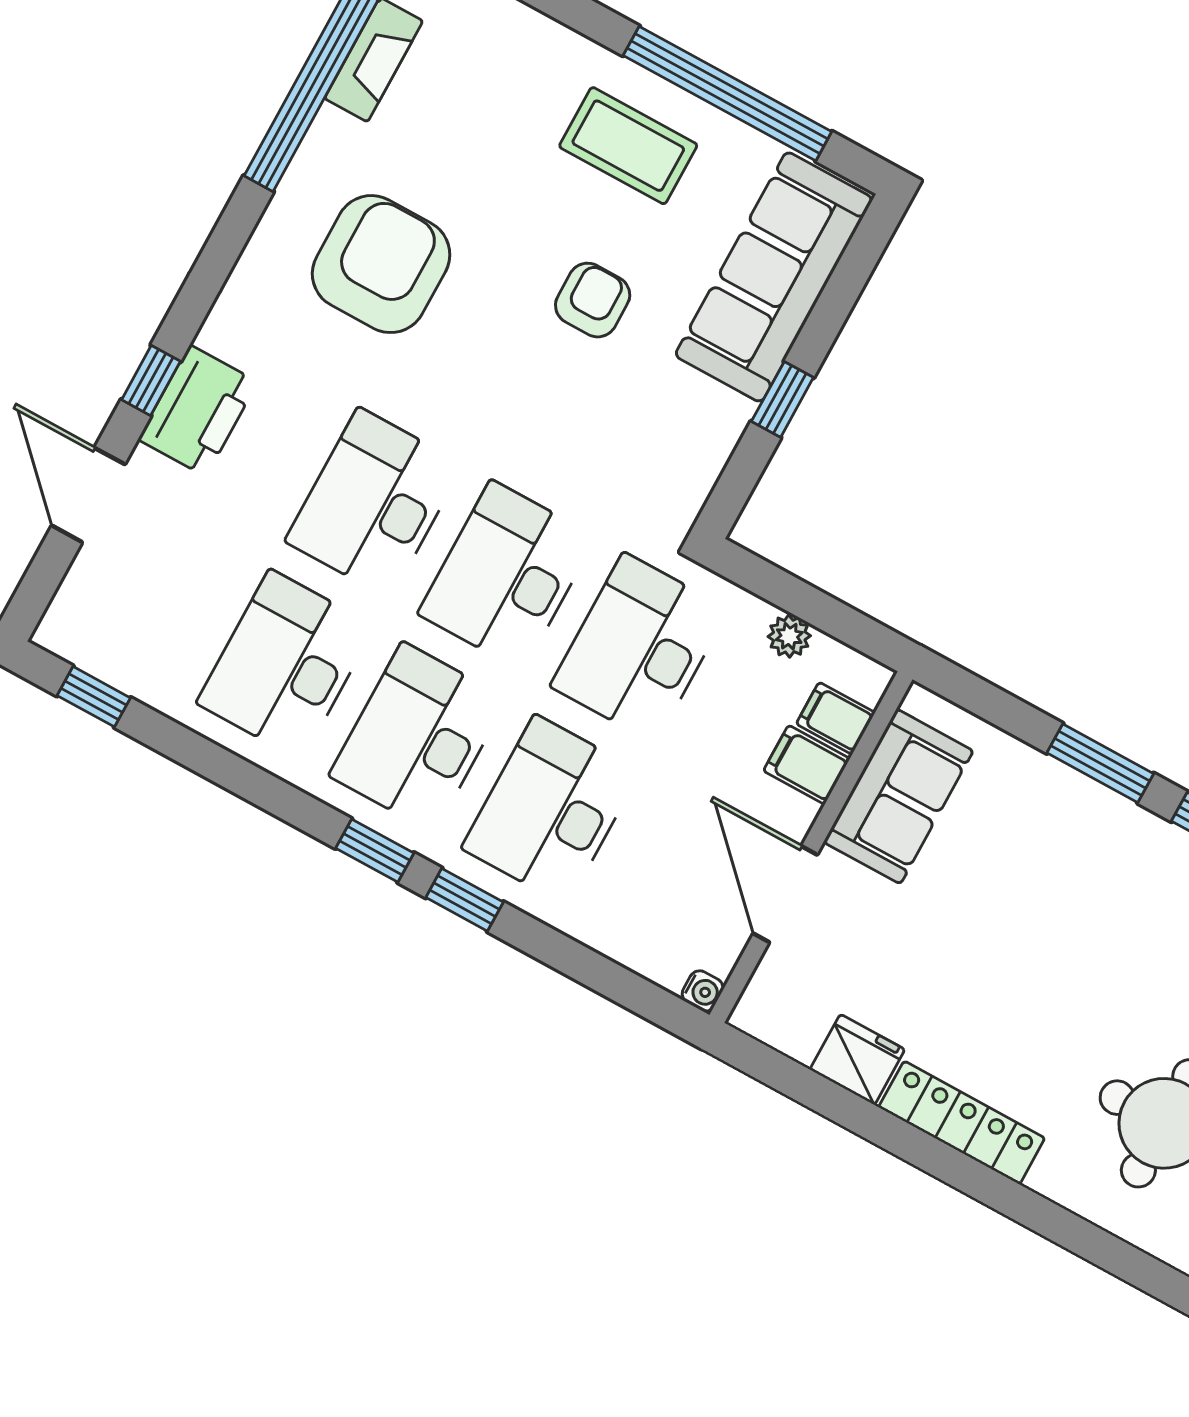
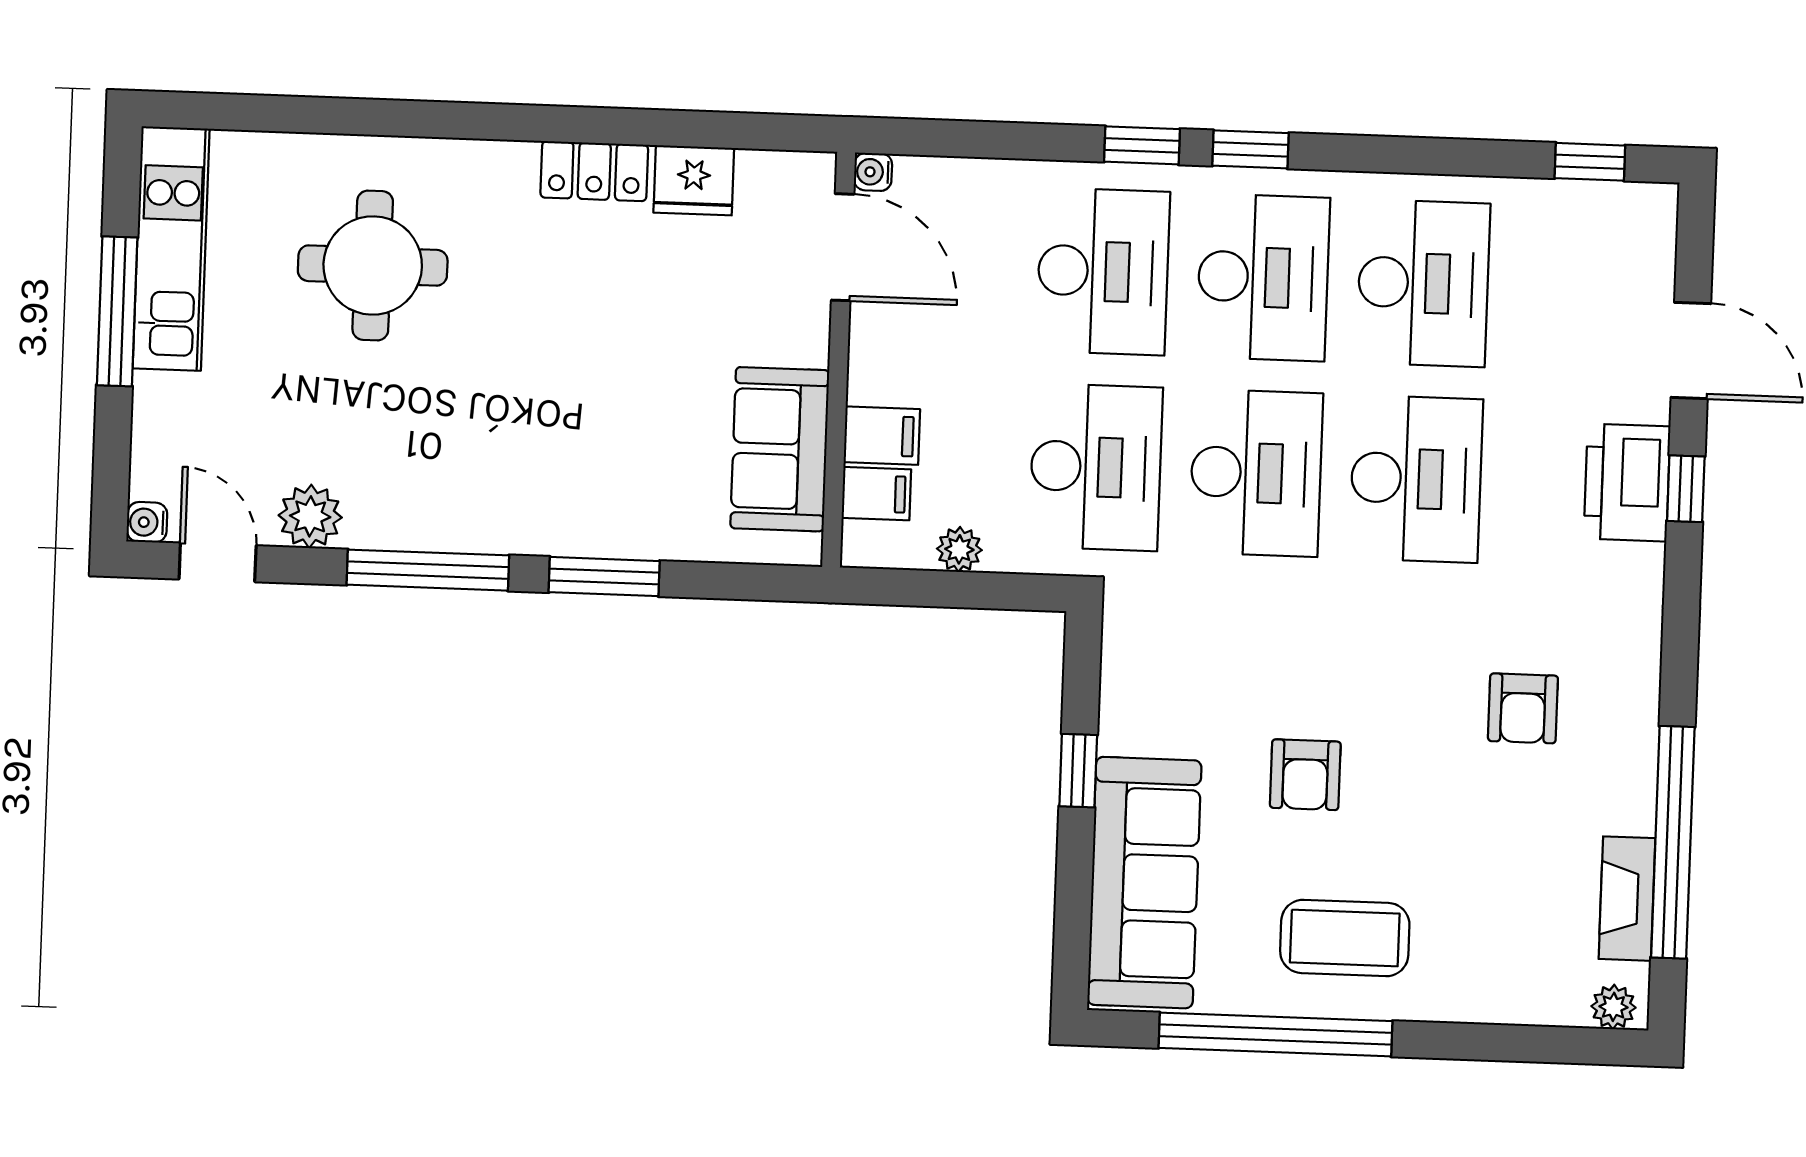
armchair: (381, 264) -> (1523, 708), width x0.53, depth x0.53
door: (785, 894) -> (843, 247), moved
locker: (962, 1123) -> (594, 171), width x0.66

